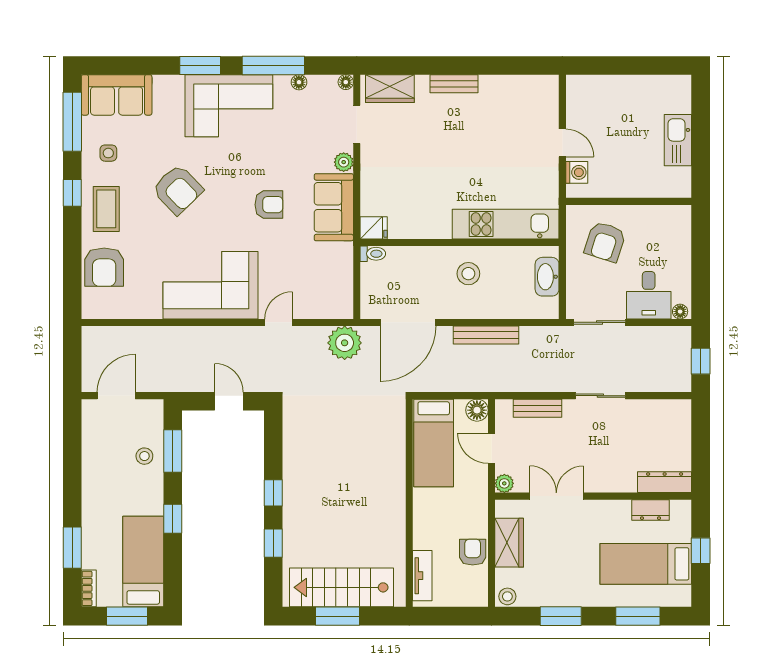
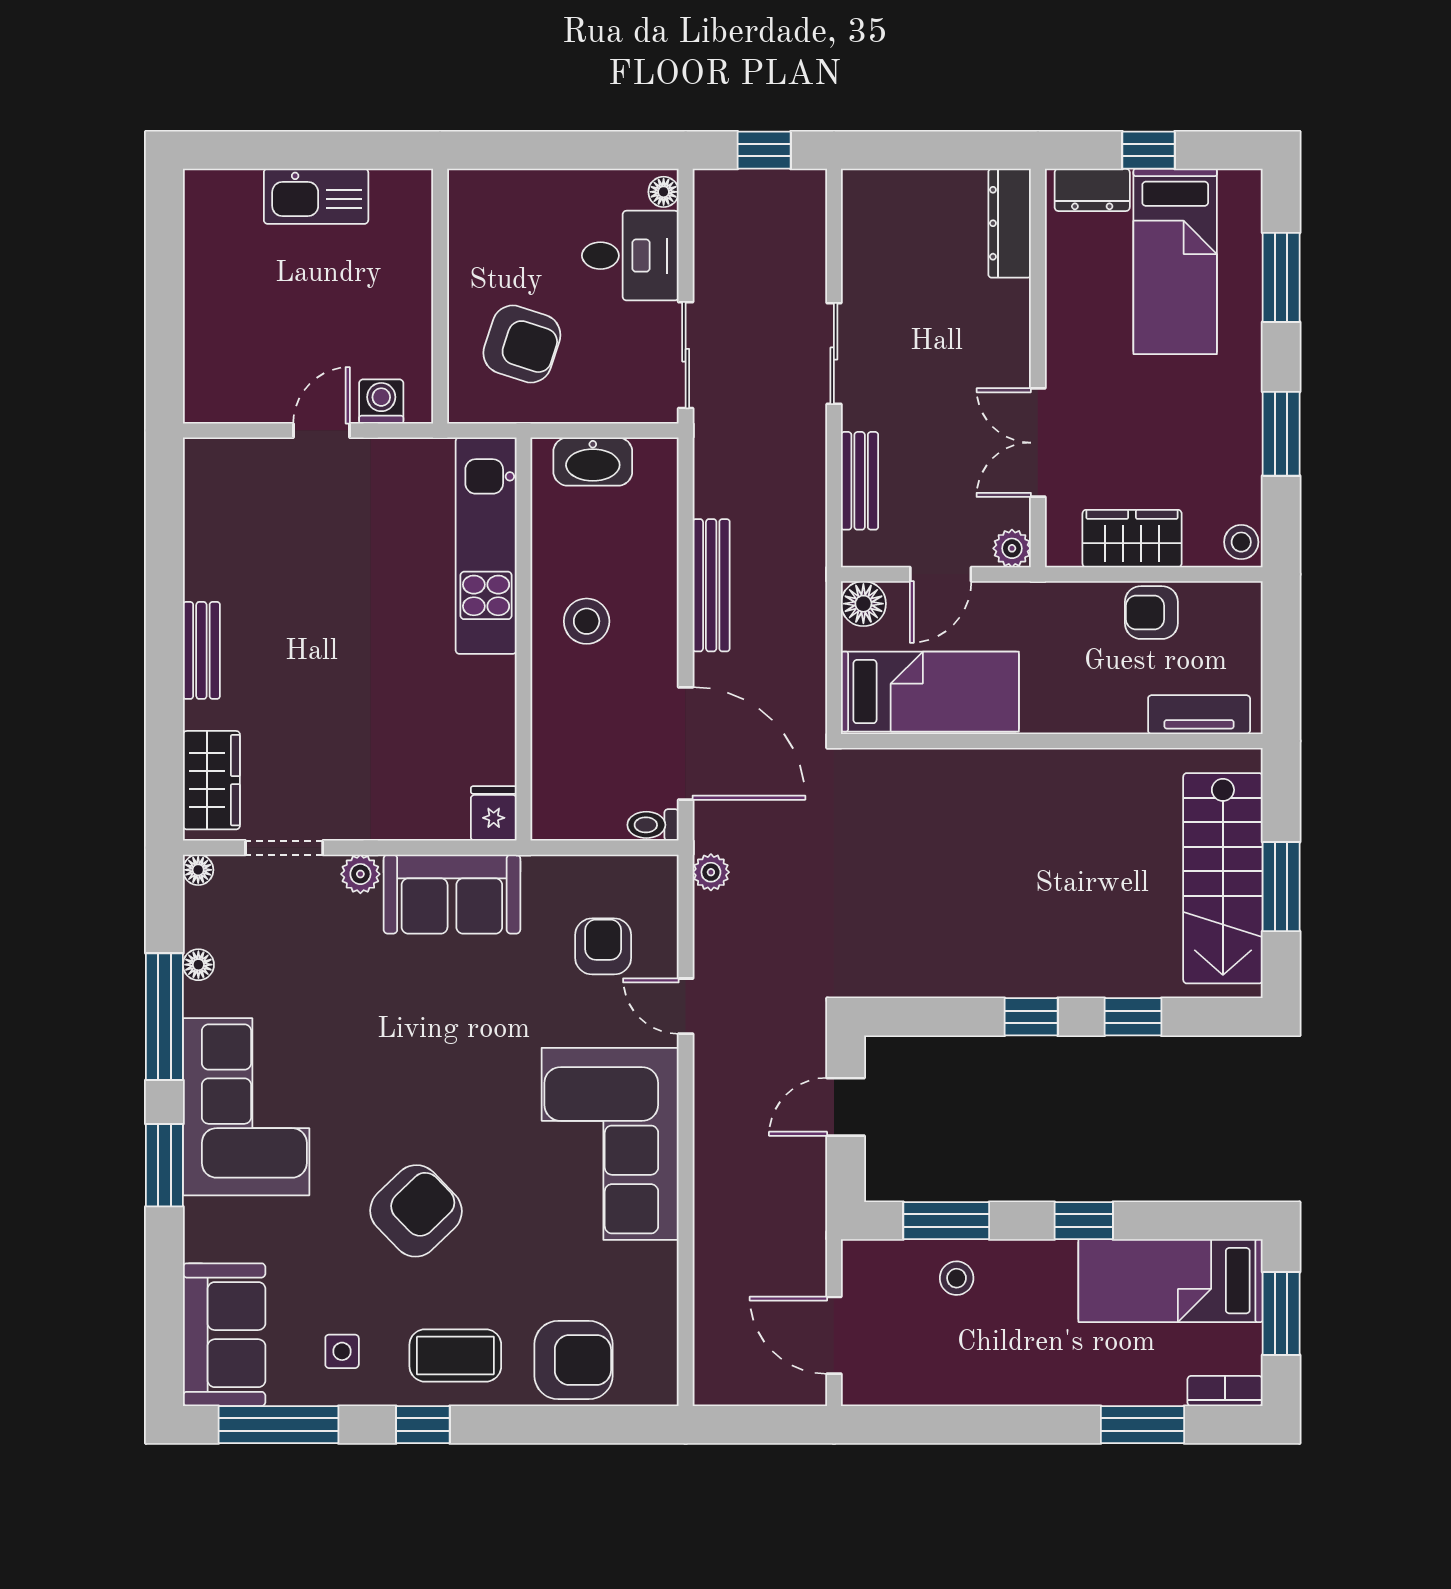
armchair: (269, 205) -> (603, 946), moved
toilet: (373, 254) -> (653, 825), moved, turned -90
plant: (345, 343) -> (711, 872), width x0.53, depth x0.53
dresser: (650, 510) -> (1092, 190), moved, turned 90

